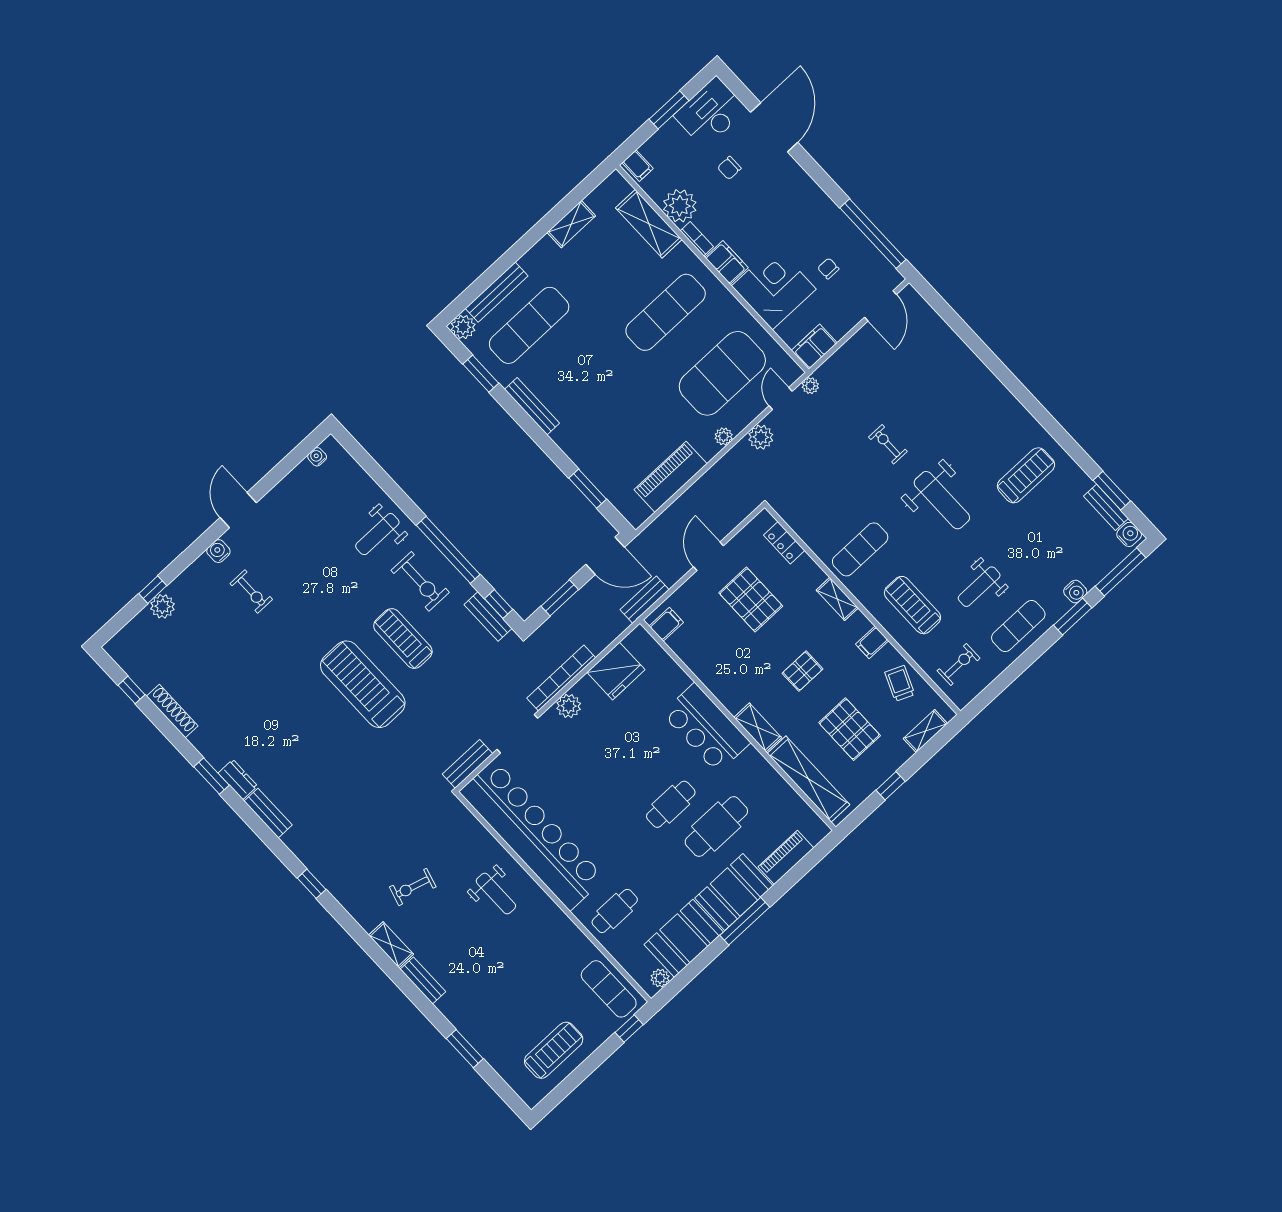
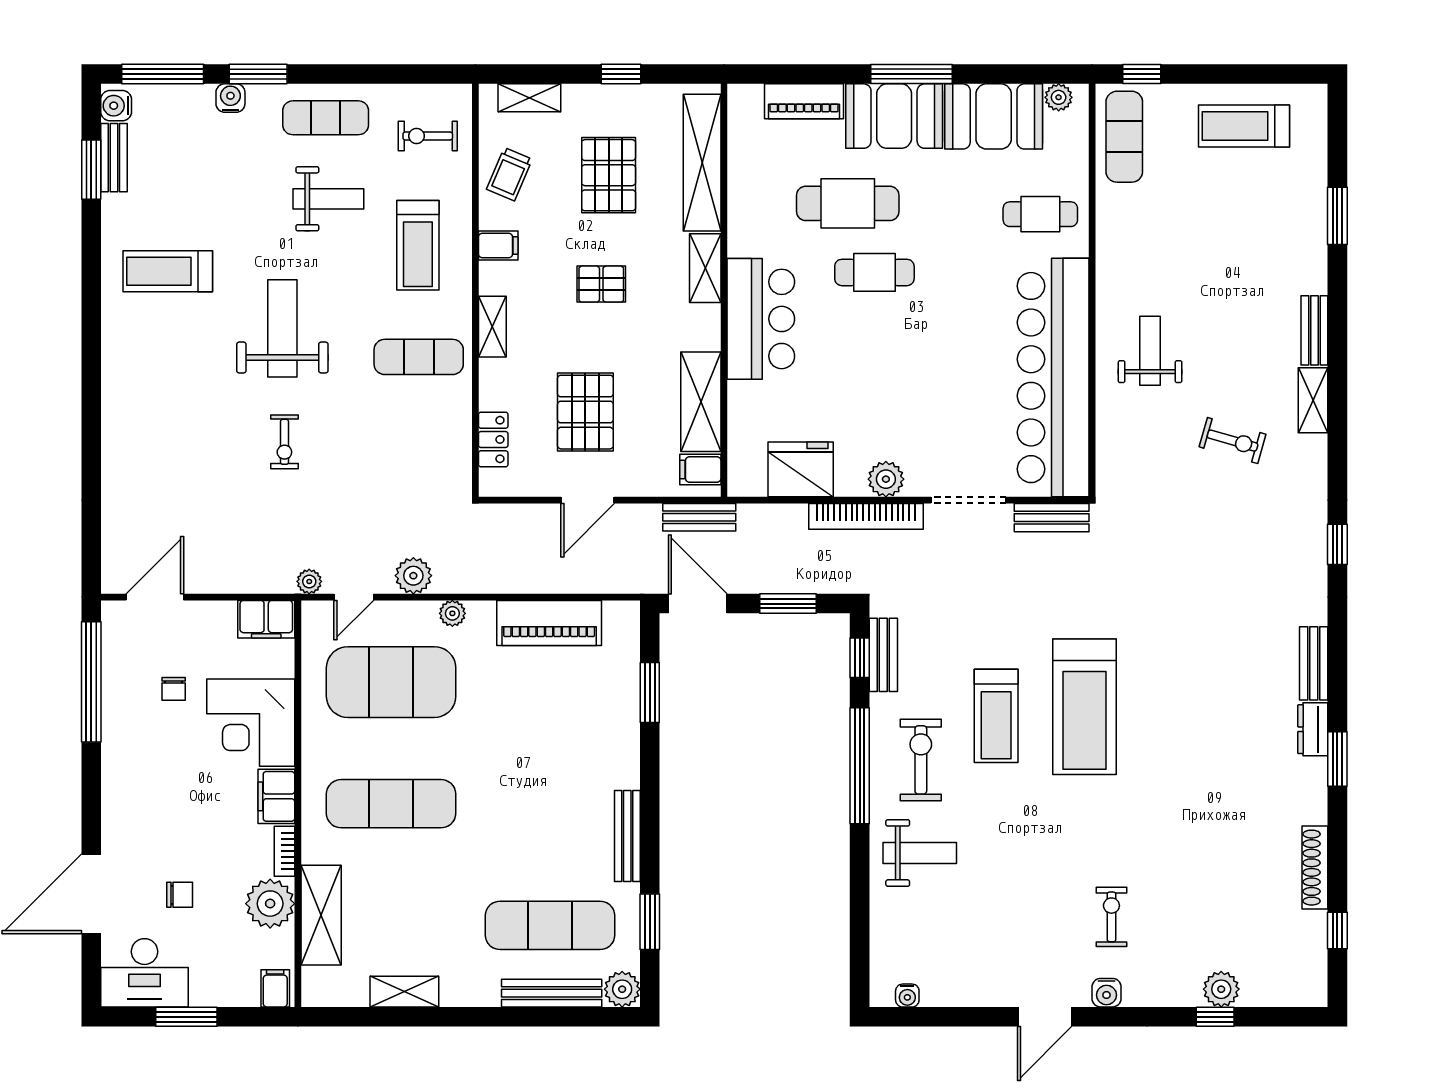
shelving: (698, 658) -> (701, 402), added

